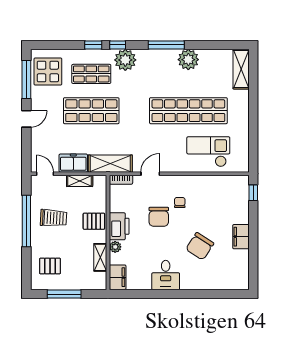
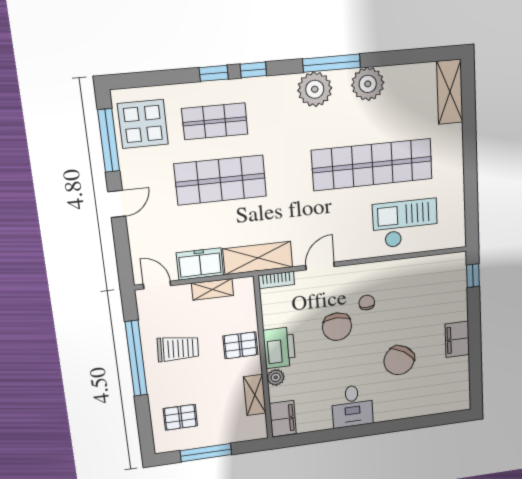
plant: (125, 60) -> (315, 89), moved

